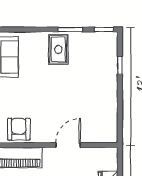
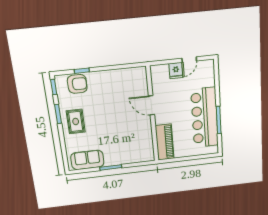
rug: (58, 49) -> (76, 121), turned 90
armchair: (19, 129) -> (77, 84), moved, turned 180

